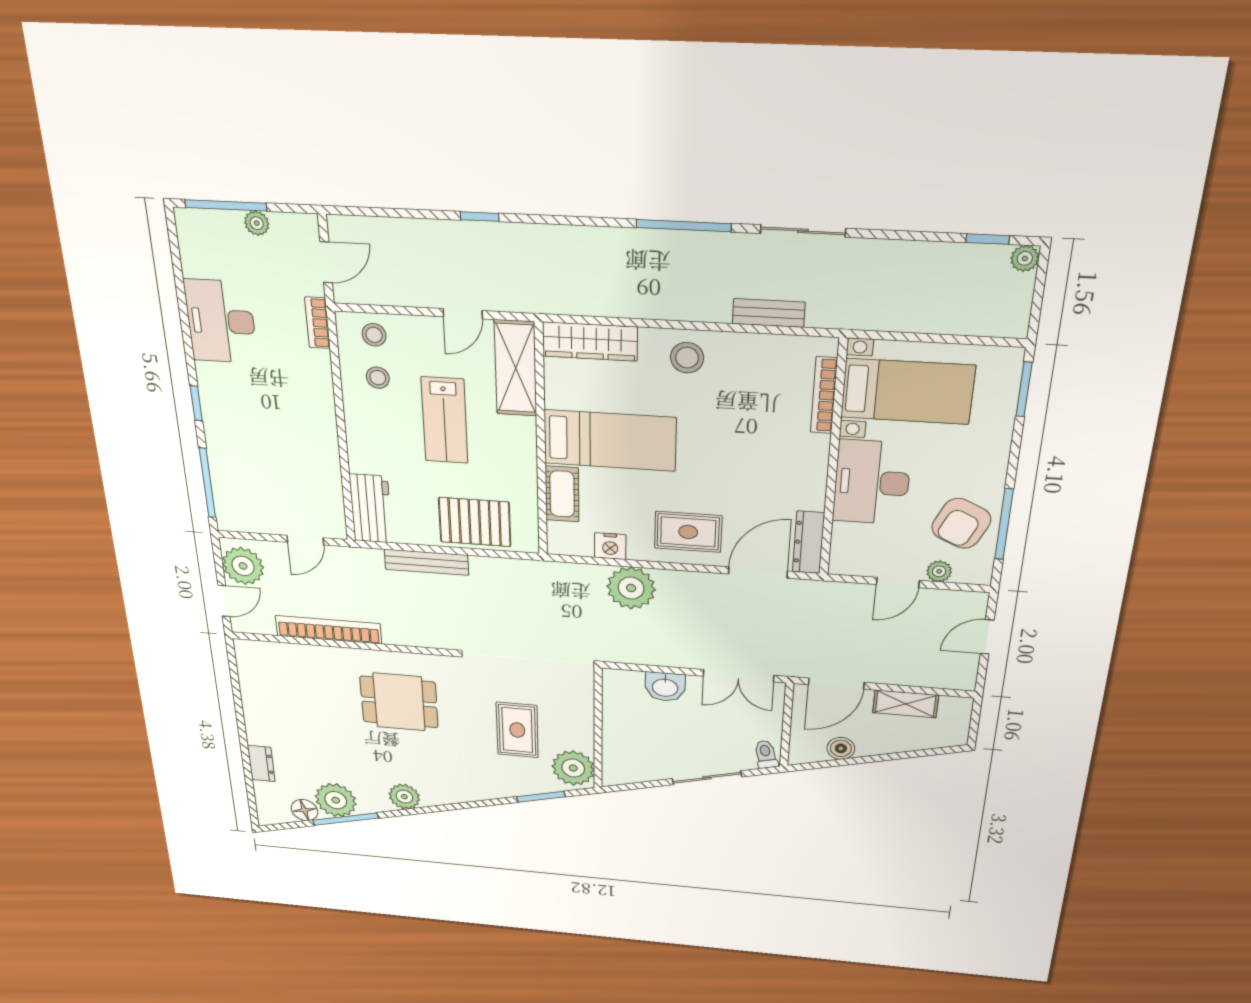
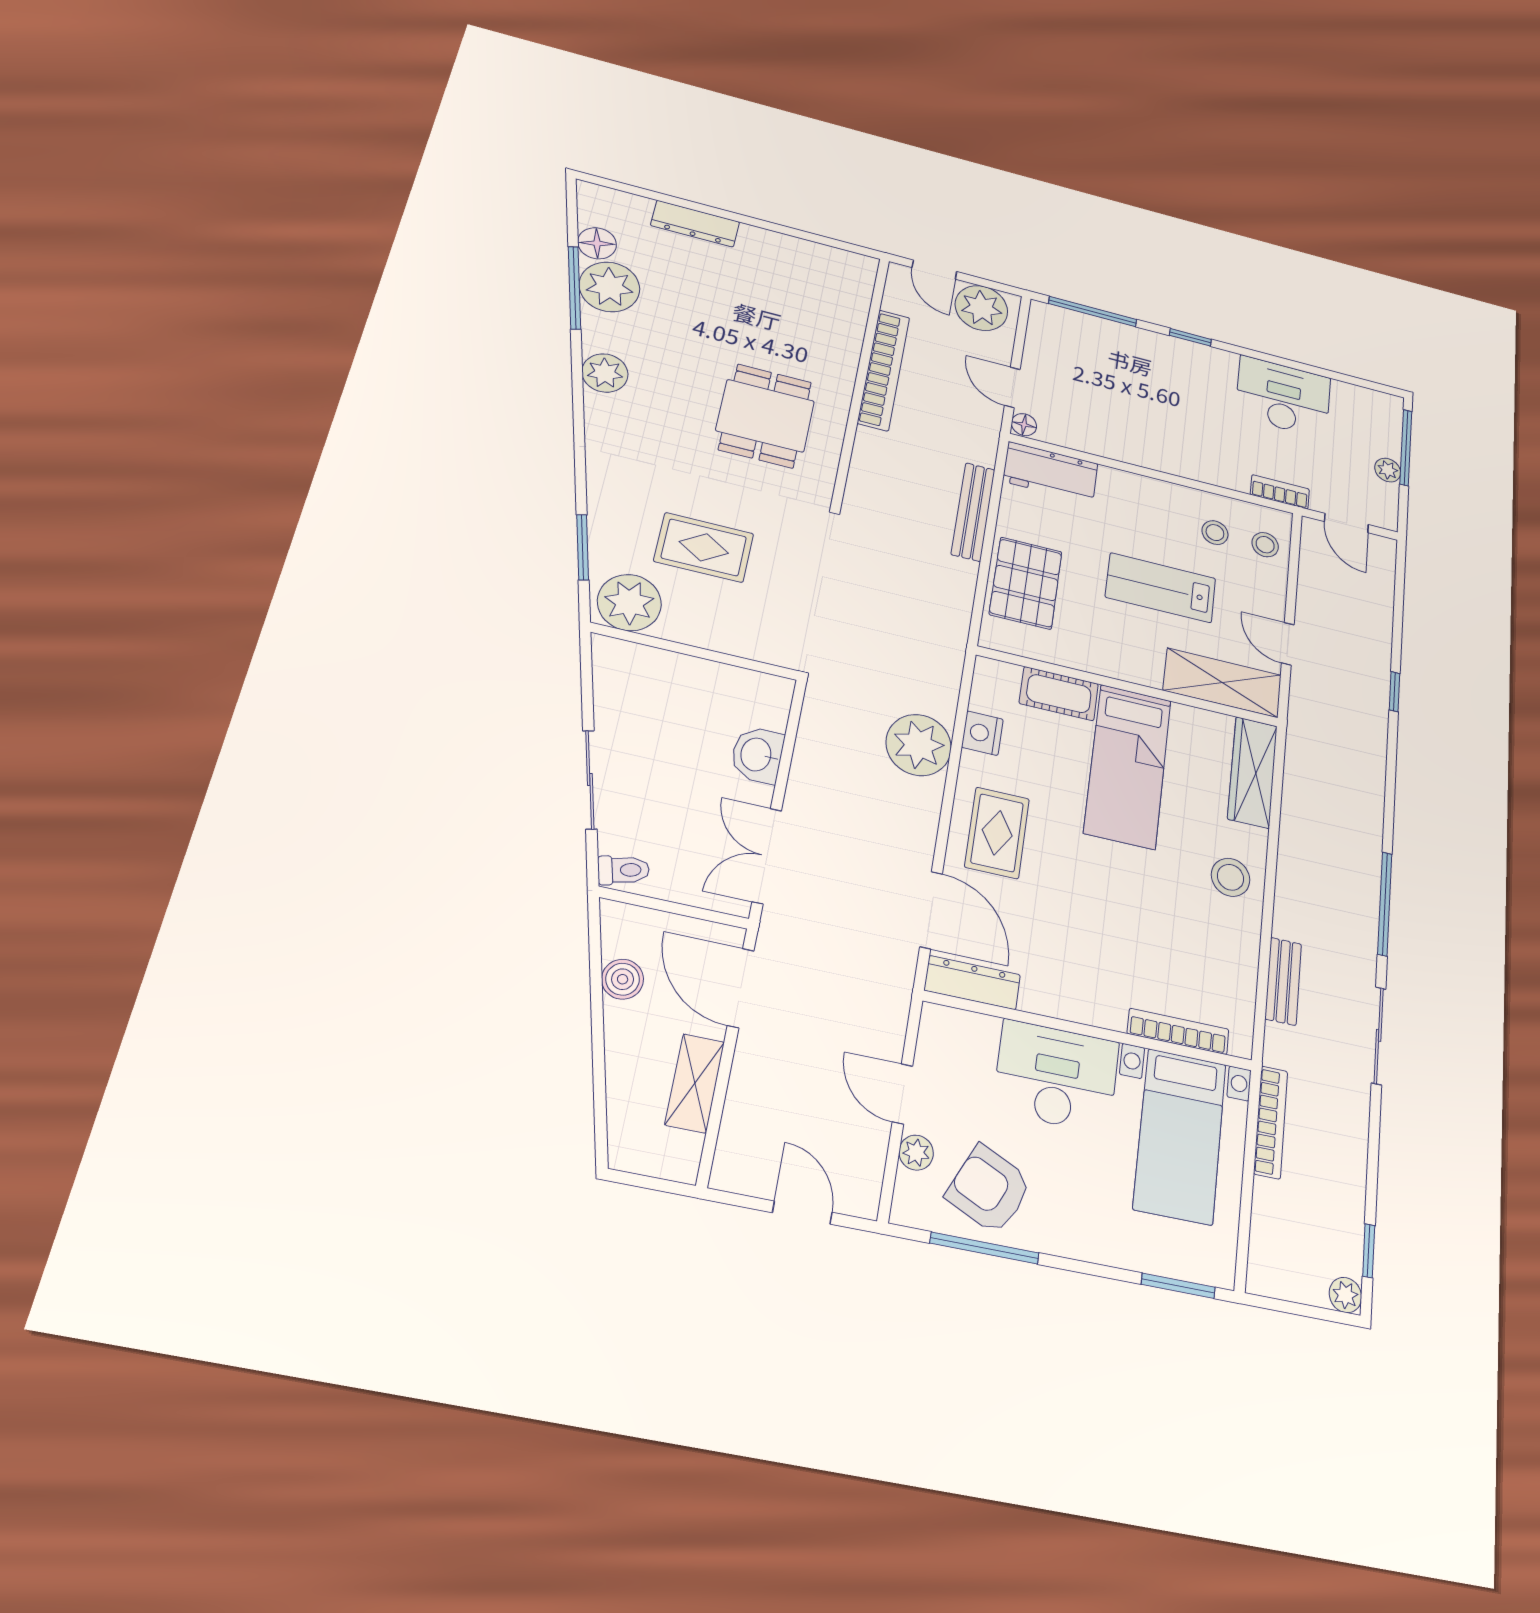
bookcase: (889, 321) -> (1271, 1122), added
floor lamp: (335, 530) -> (1024, 425), added
dresser: (261, 764) -> (695, 224), width x1.44

